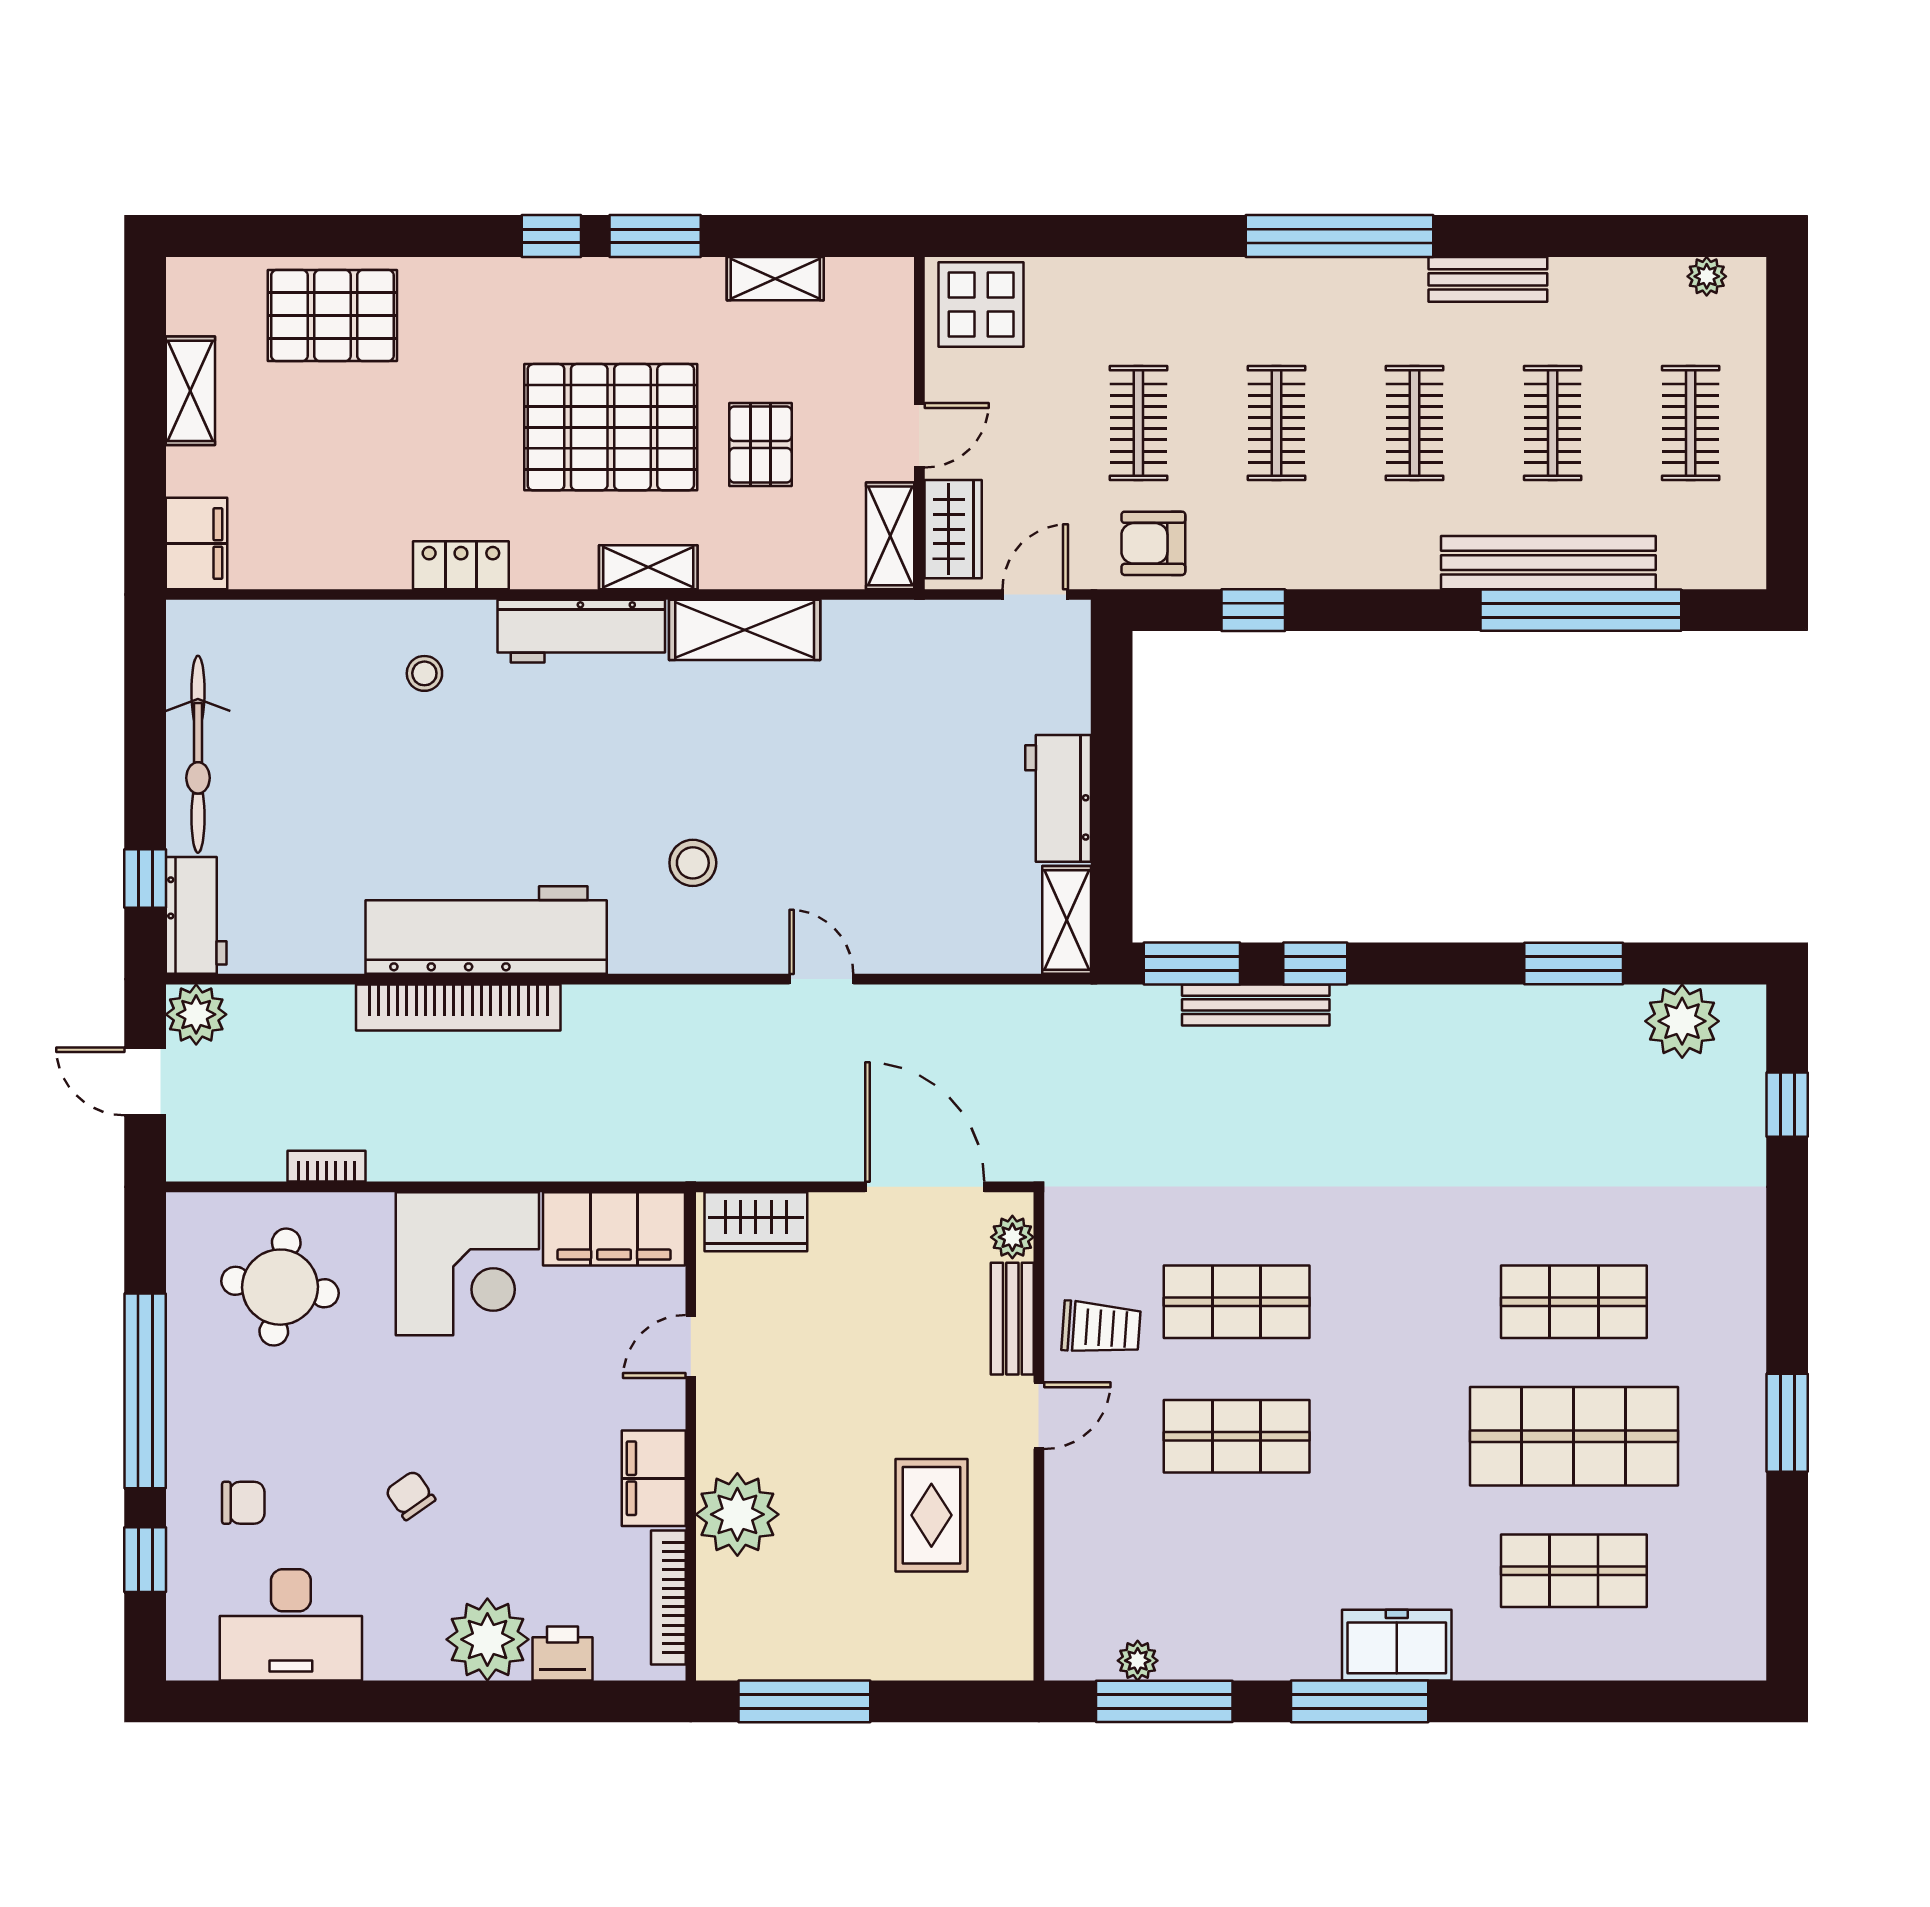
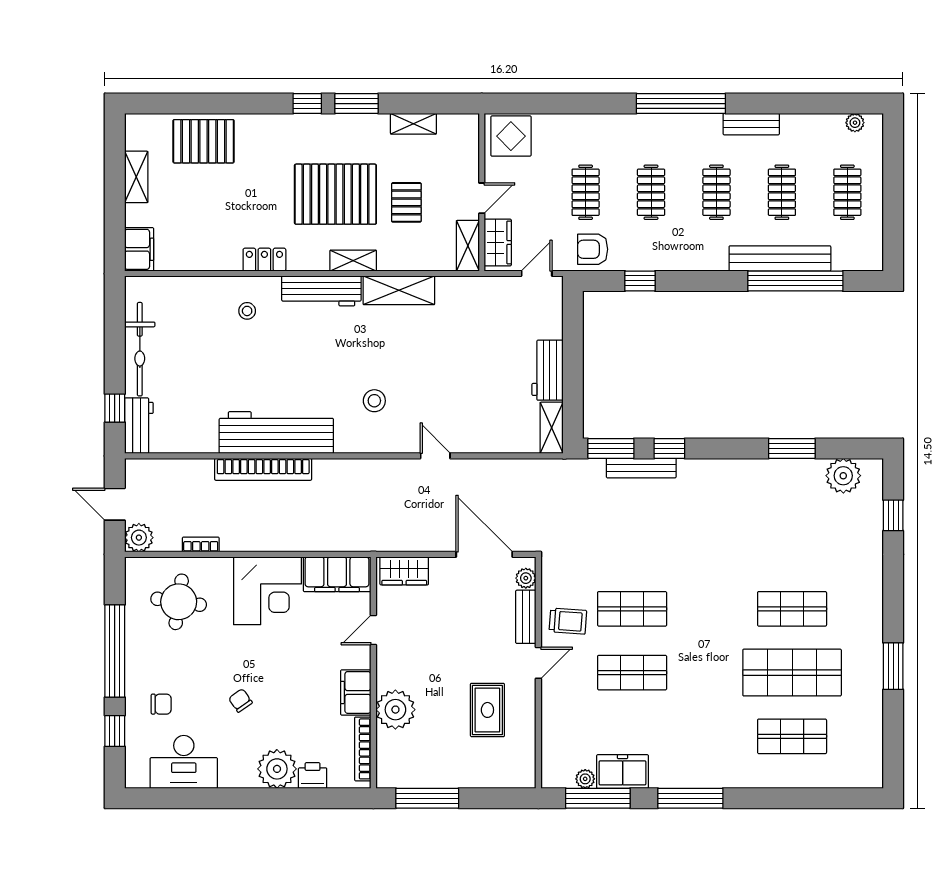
plant: (196, 1014) -> (139, 538), moved
freezer: (1397, 1645) -> (623, 772), moved

